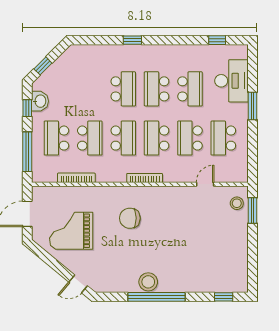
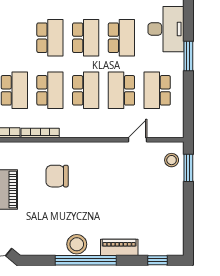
school desk: (157, 89) -> (86, 38), turned 180
school desk: (157, 138) -> (86, 90), turned 180
bookcase: (145, 178) -> (40, 133), moved
piano: (188, 285) -> (119, 247), added

